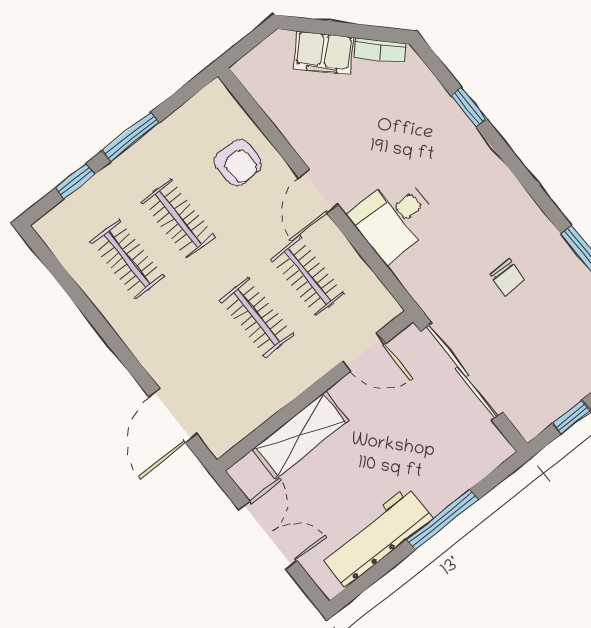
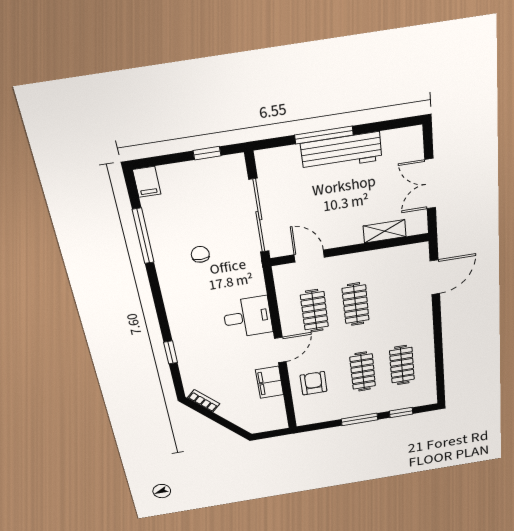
filing cabinet: (323, 53) -> (270, 382), moved, turned -135
shelving: (300, 435) -> (385, 231), width x0.67, depth x0.75
workbench: (376, 537) -> (341, 152), moved

